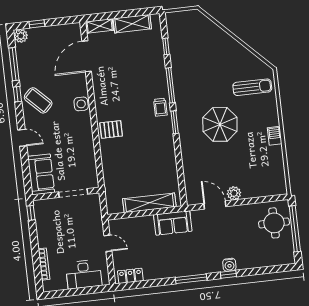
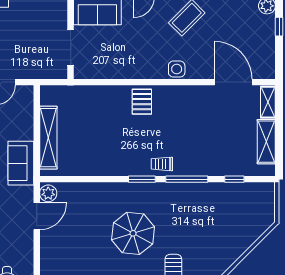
plant: (234, 193) -> (48, 193), moved

